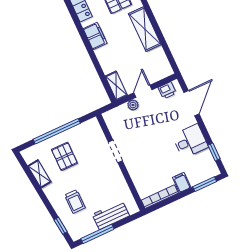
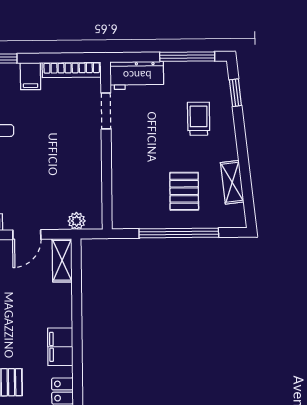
plant: (133, 105) -> (77, 221), moved
doorway: (115, 151) -> (106, 111), moved
workbench: (111, 215) -> (137, 75), moved

